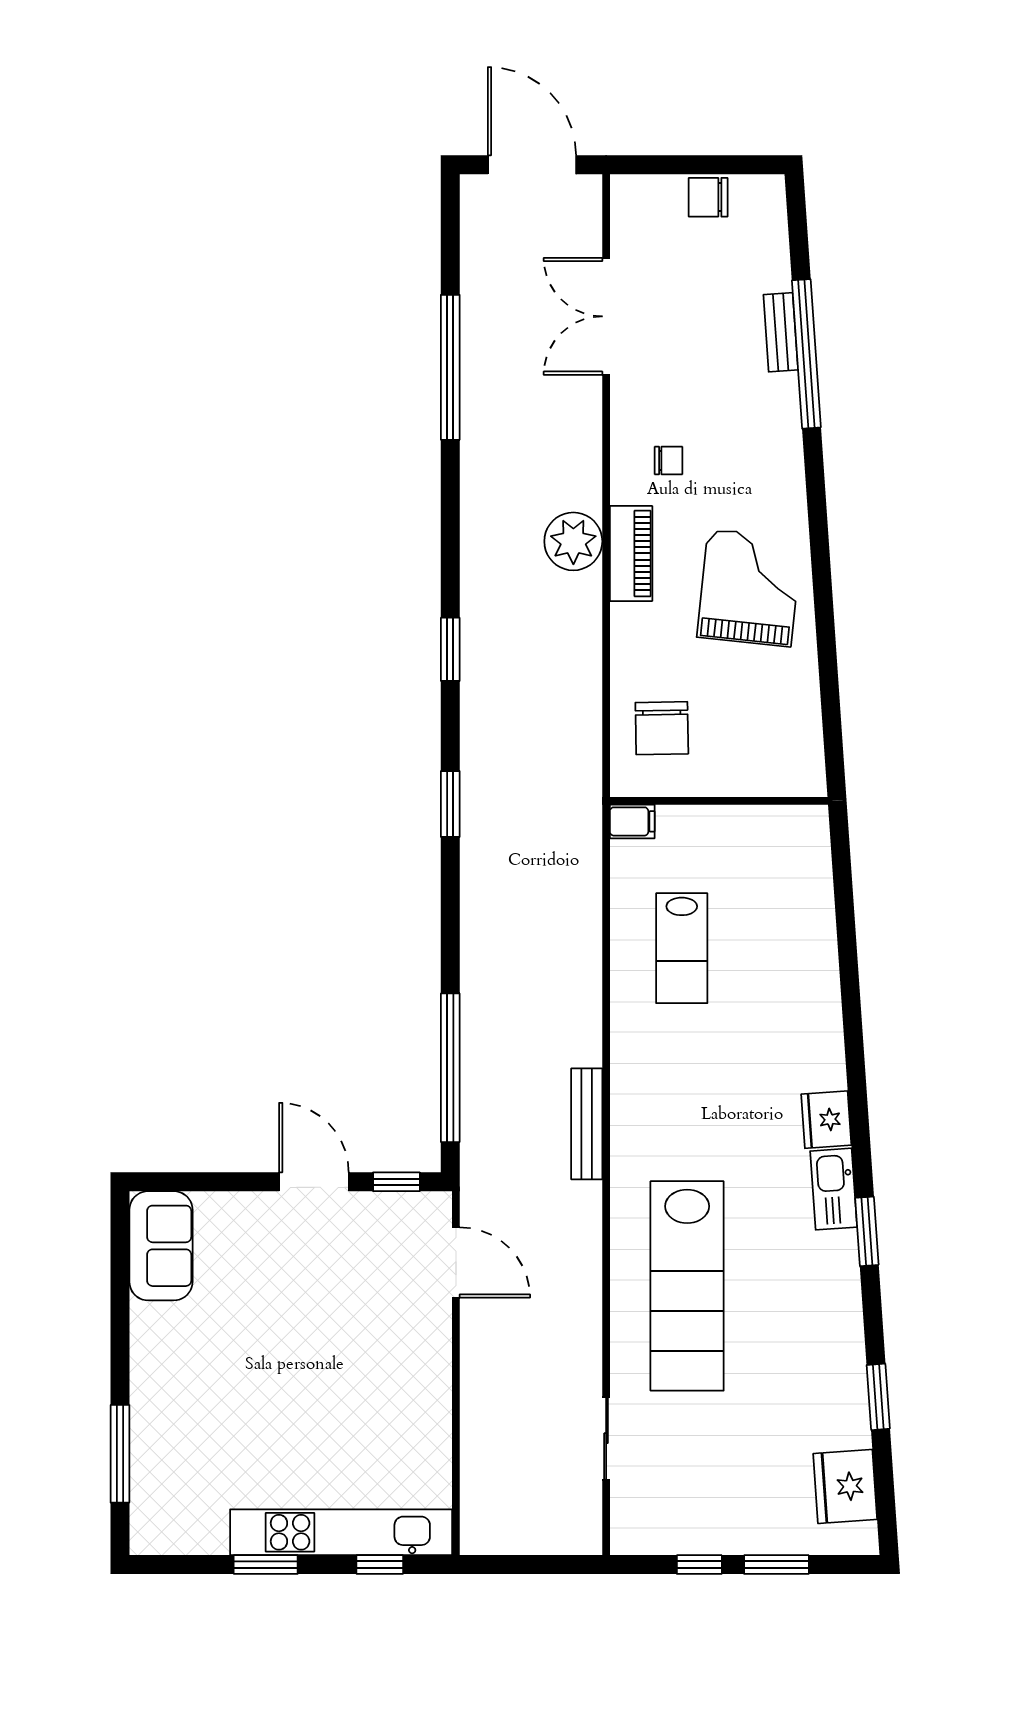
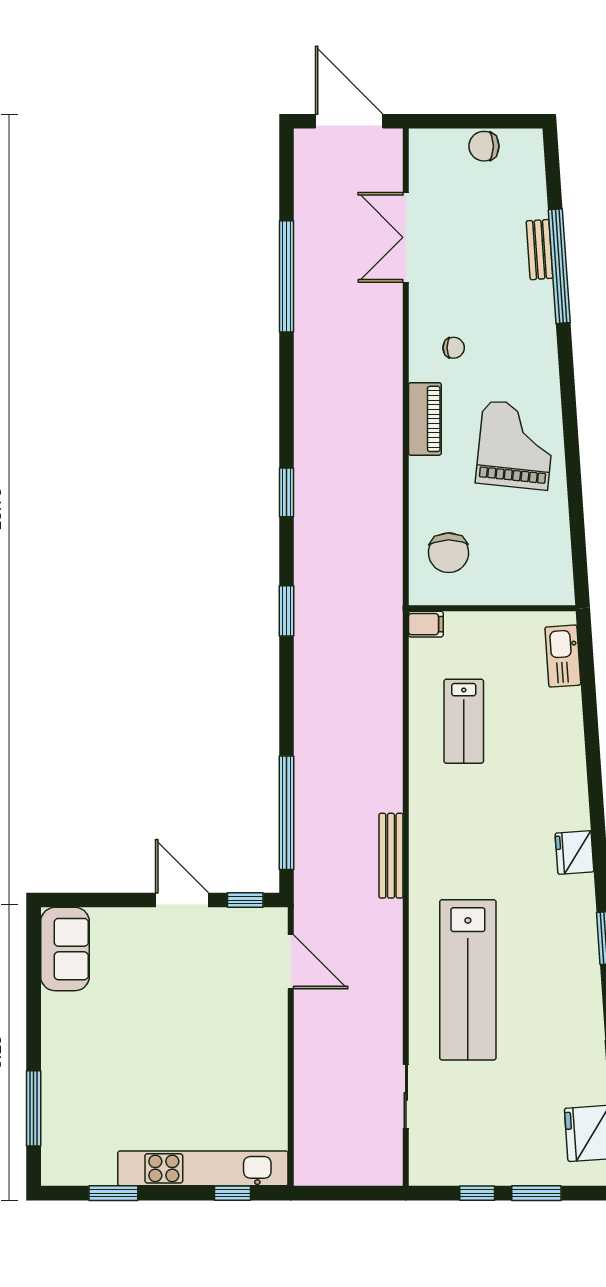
plant: (573, 541) -> (381, 410), removed
kitchen sink: (834, 1189) -> (563, 656), moved
window: (266, 1565) -> (113, 1193), moved

